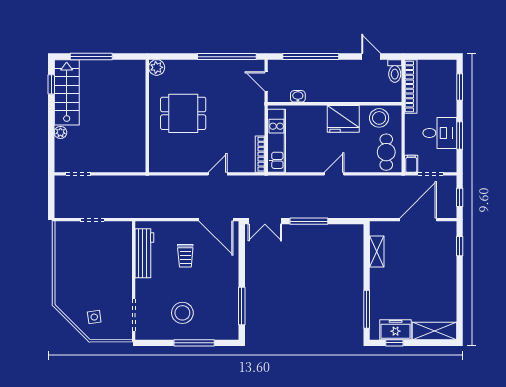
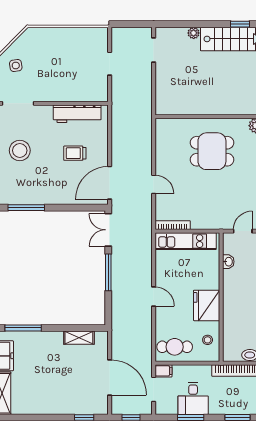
dining table: (183, 113) -> (212, 151), turned 90
stool: (379, 118) -> (208, 340), width x0.53, depth x0.53

